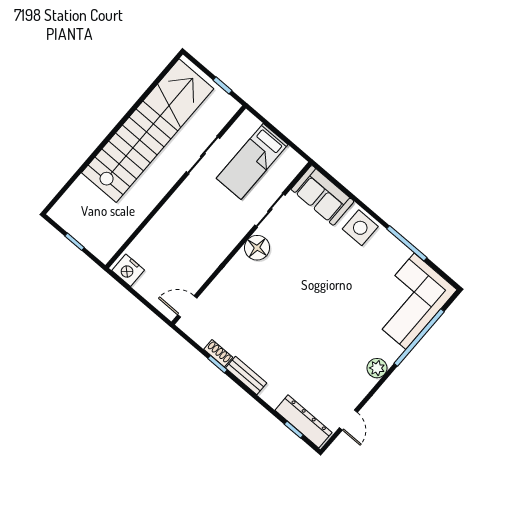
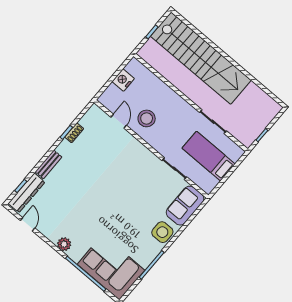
stairs: (148, 131) -> (201, 58), moved
floor lamp: (257, 248) -> (148, 160), removed
stool: (198, 250) -> (147, 118), added
nightstand: (128, 270) -> (123, 80), moved
door: (187, 307) -> (119, 121), moved
bench: (246, 375) -> (48, 164), moved
door: (348, 420) -> (28, 224), swing flipped

